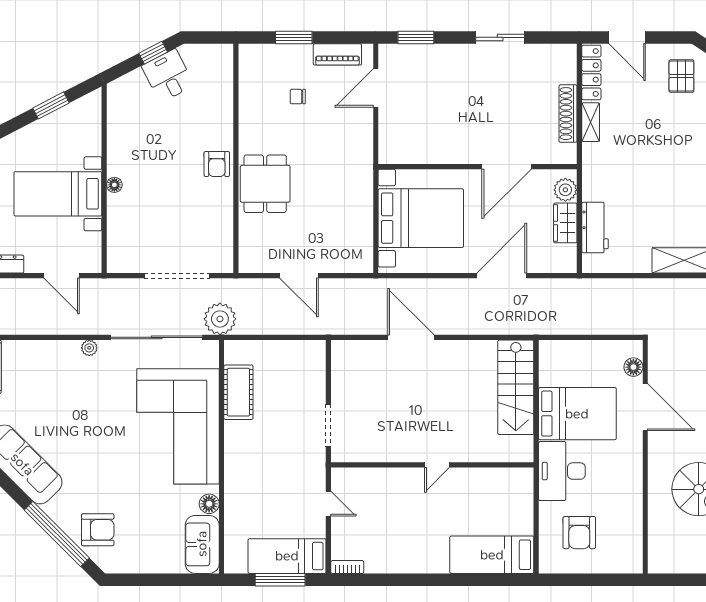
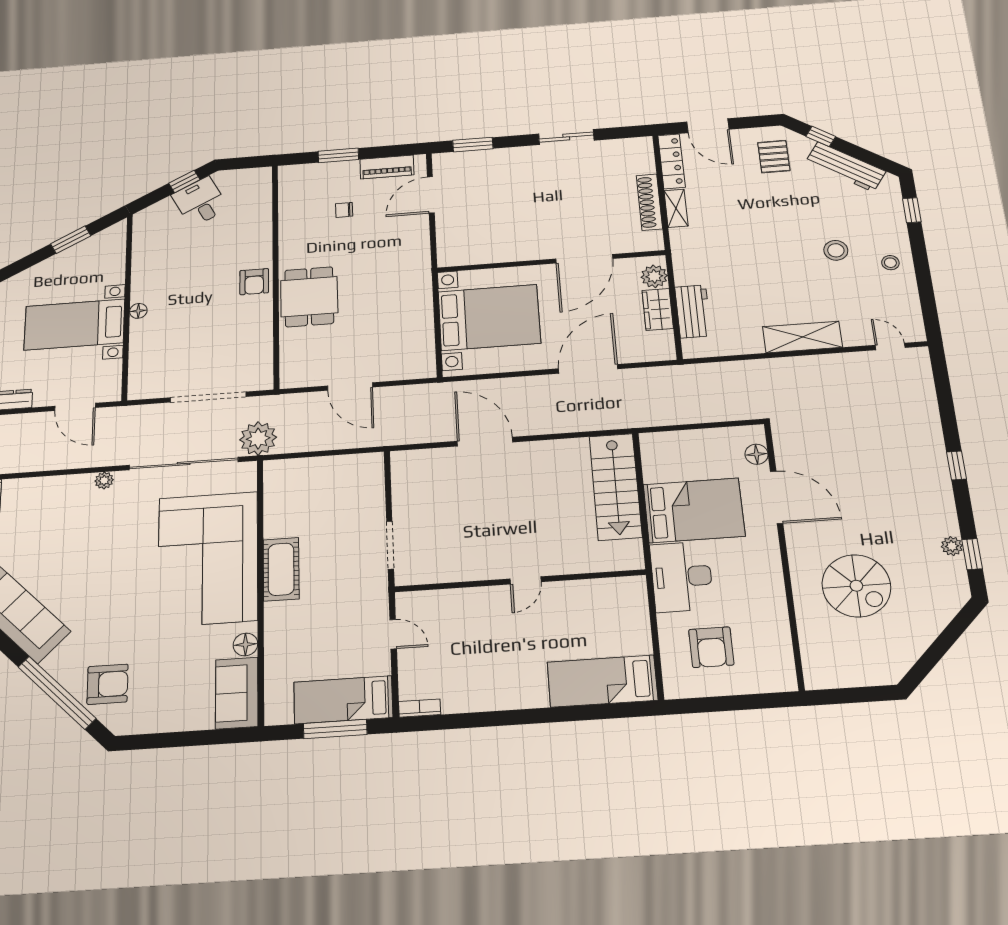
cot: (238, 392) -> (281, 569), moved

